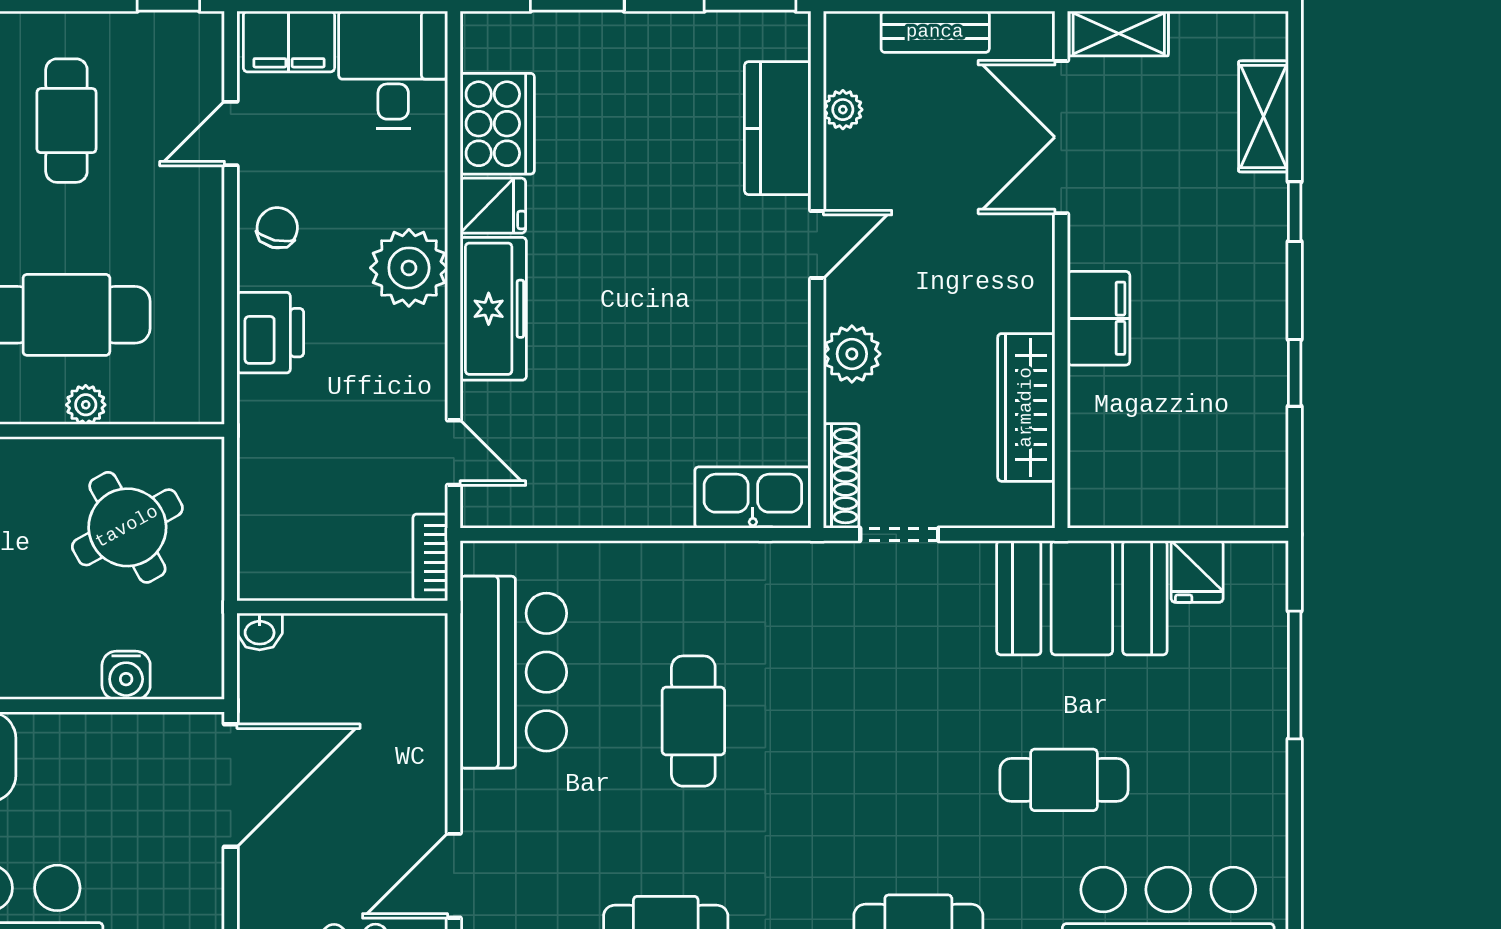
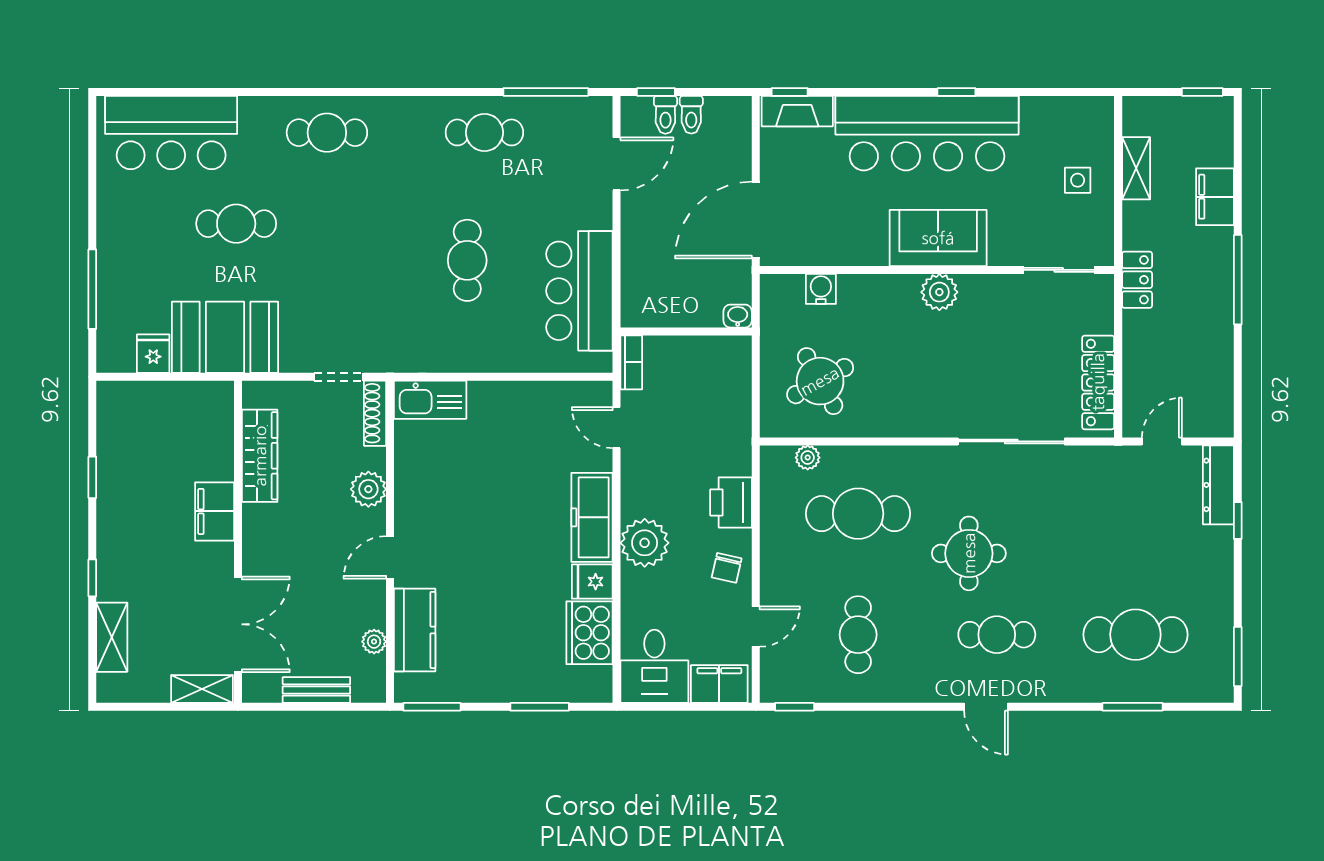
plant: (86, 405) -> (808, 458), moved

